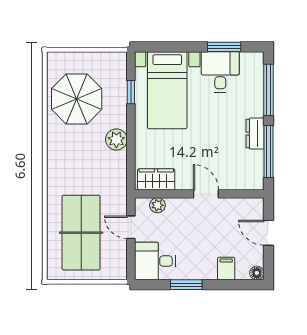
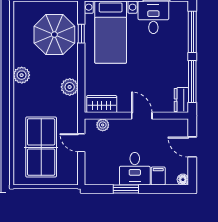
parasol: (77, 99) -> (54, 35), moved
dresser: (255, 134) -> (181, 100), moved
plant: (116, 140) -> (70, 87), moved
plant: (57, 143) -> (22, 75), added
desk: (155, 261) -> (135, 169), moved, turned -90

